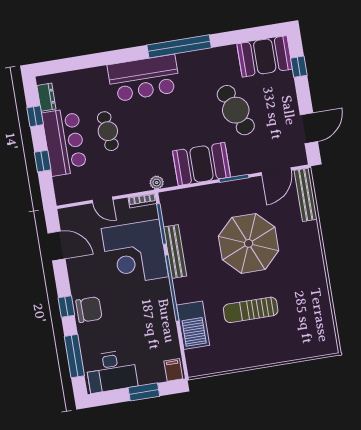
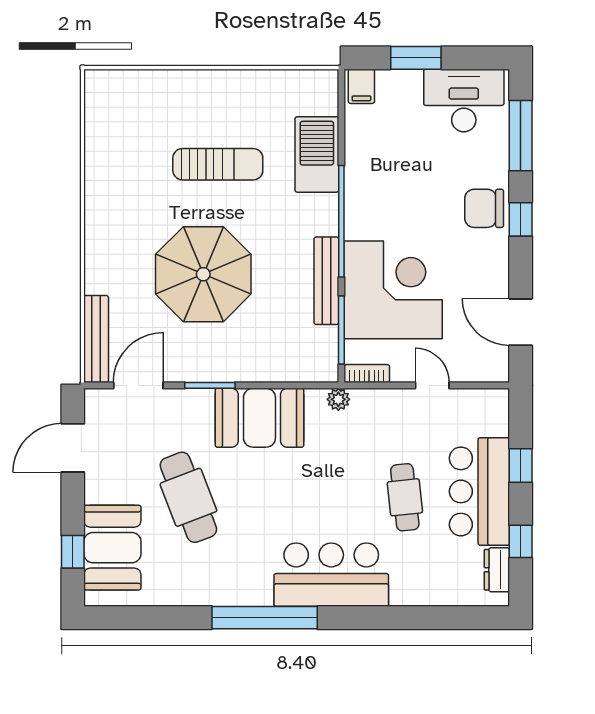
booth: (265, 56) -> (112, 548), moved, turned 90

